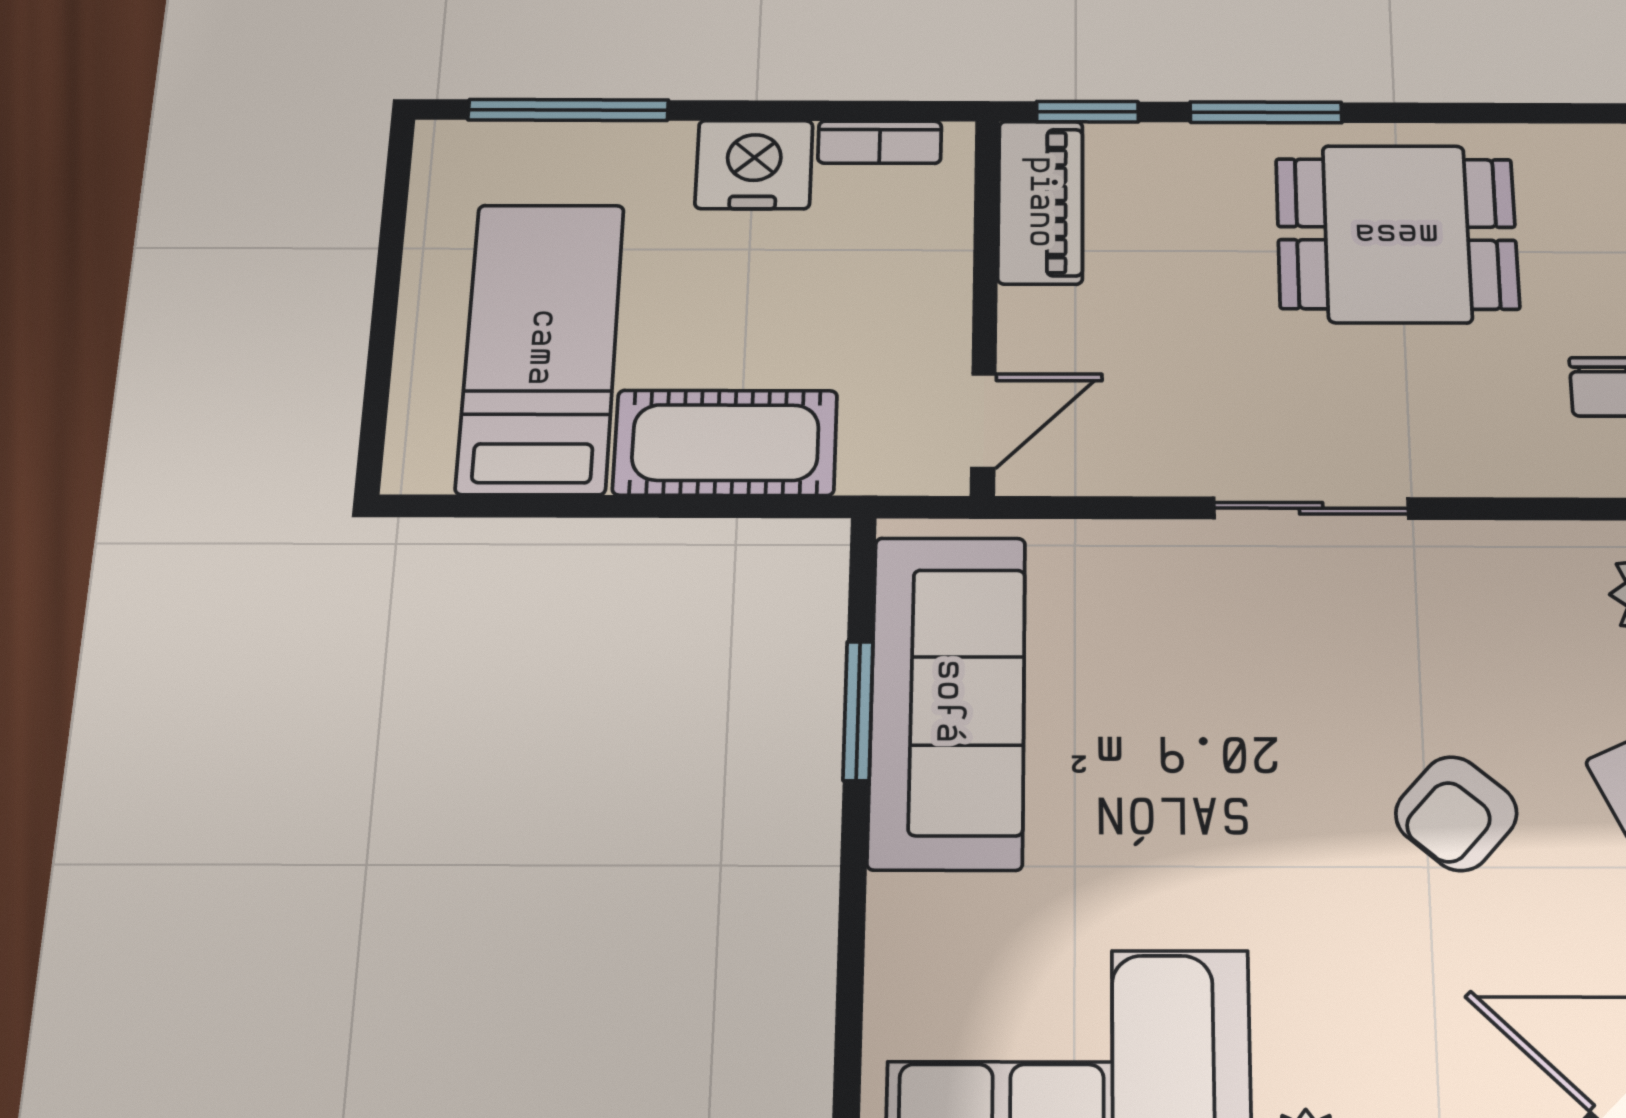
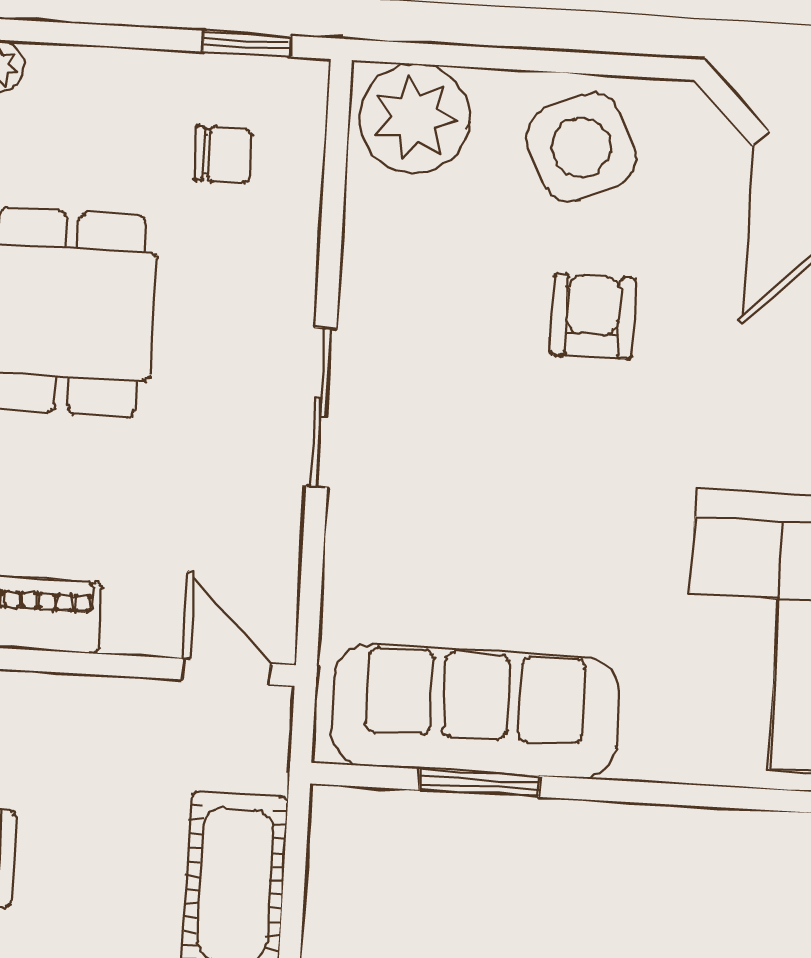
armchair: (1456, 814) -> (593, 316), turned -131

